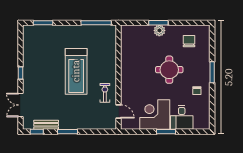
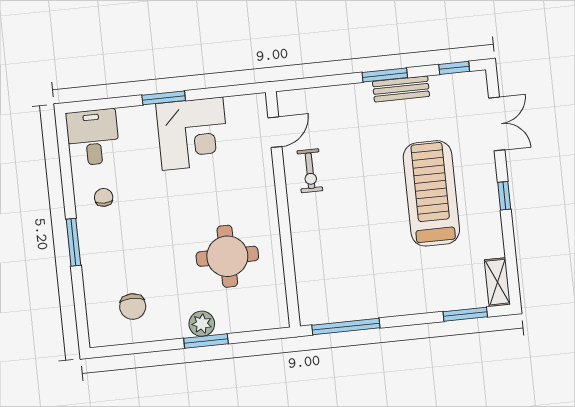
shelving: (27, 35) -> (497, 282), added
round table: (169, 70) -> (227, 256), moved
treadmill: (76, 71) -> (431, 193), moved
door: (119, 111) -> (275, 132), swing flipped
desk: (182, 117) -> (93, 137), moved
bench: (46, 125) -> (401, 89), moved

